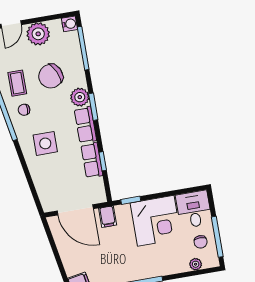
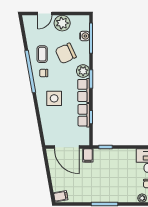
water cooler: (69, 24) -> (85, 36), moved
corner desk: (156, 221) -> (120, 164), removed

